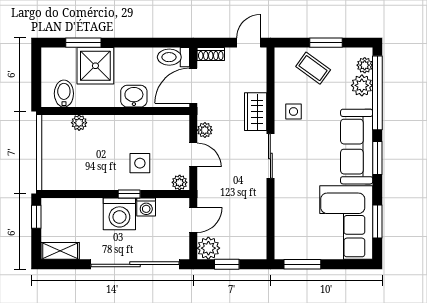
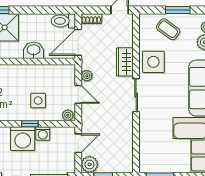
side table: (294, 112) -> (153, 62), width x1.87, depth x1.87

